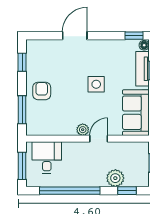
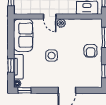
door: (99, 139) -> (50, 17), hinge flipped

